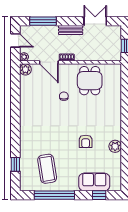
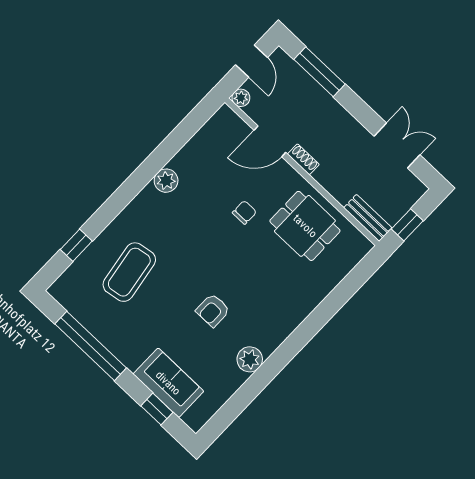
bench: (71, 30) -> (368, 218), moved
door: (49, 62) -> (270, 141), hinge flipped
plant: (25, 69) -> (166, 181), moved
dining table: (90, 81) -> (305, 226), turned 90
coffee table: (47, 169) -> (129, 272), moved

